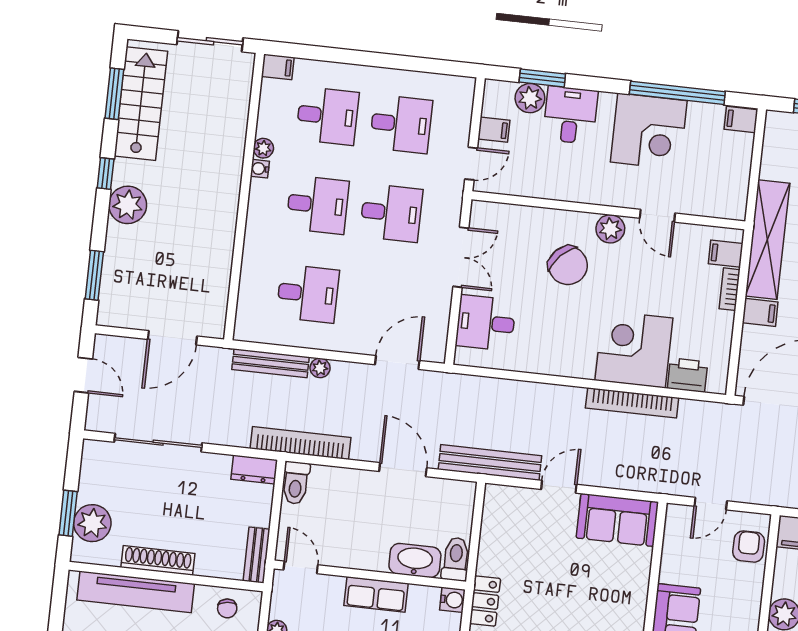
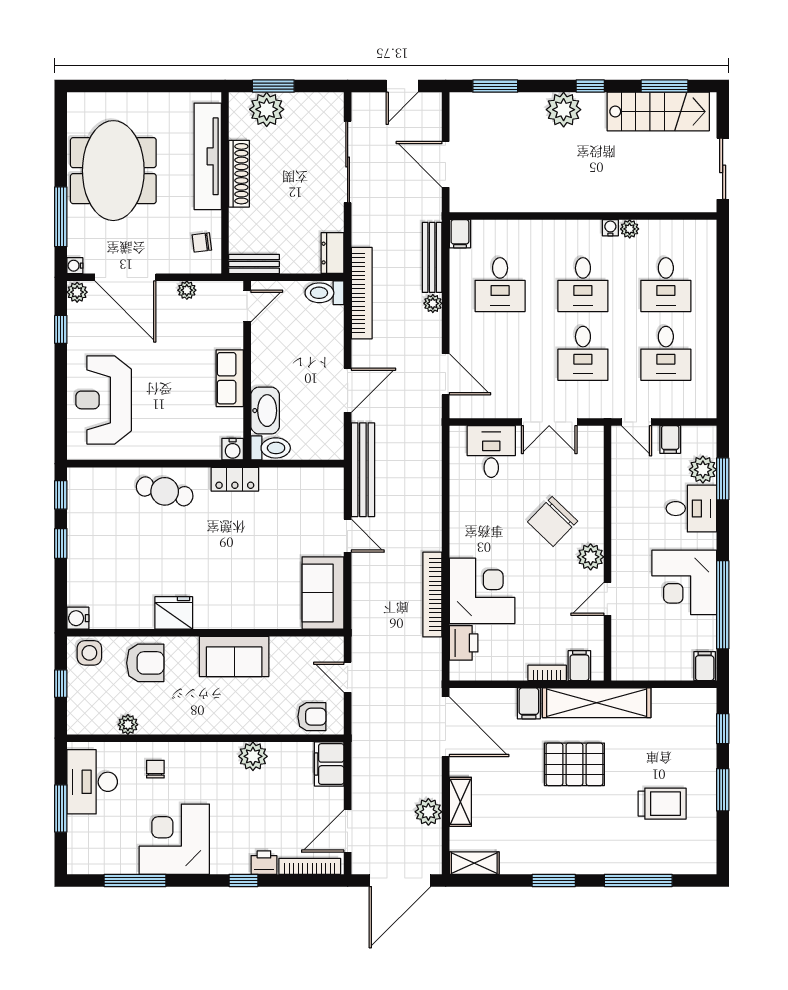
filing cabinet: (278, 67) -> (460, 234), moved

